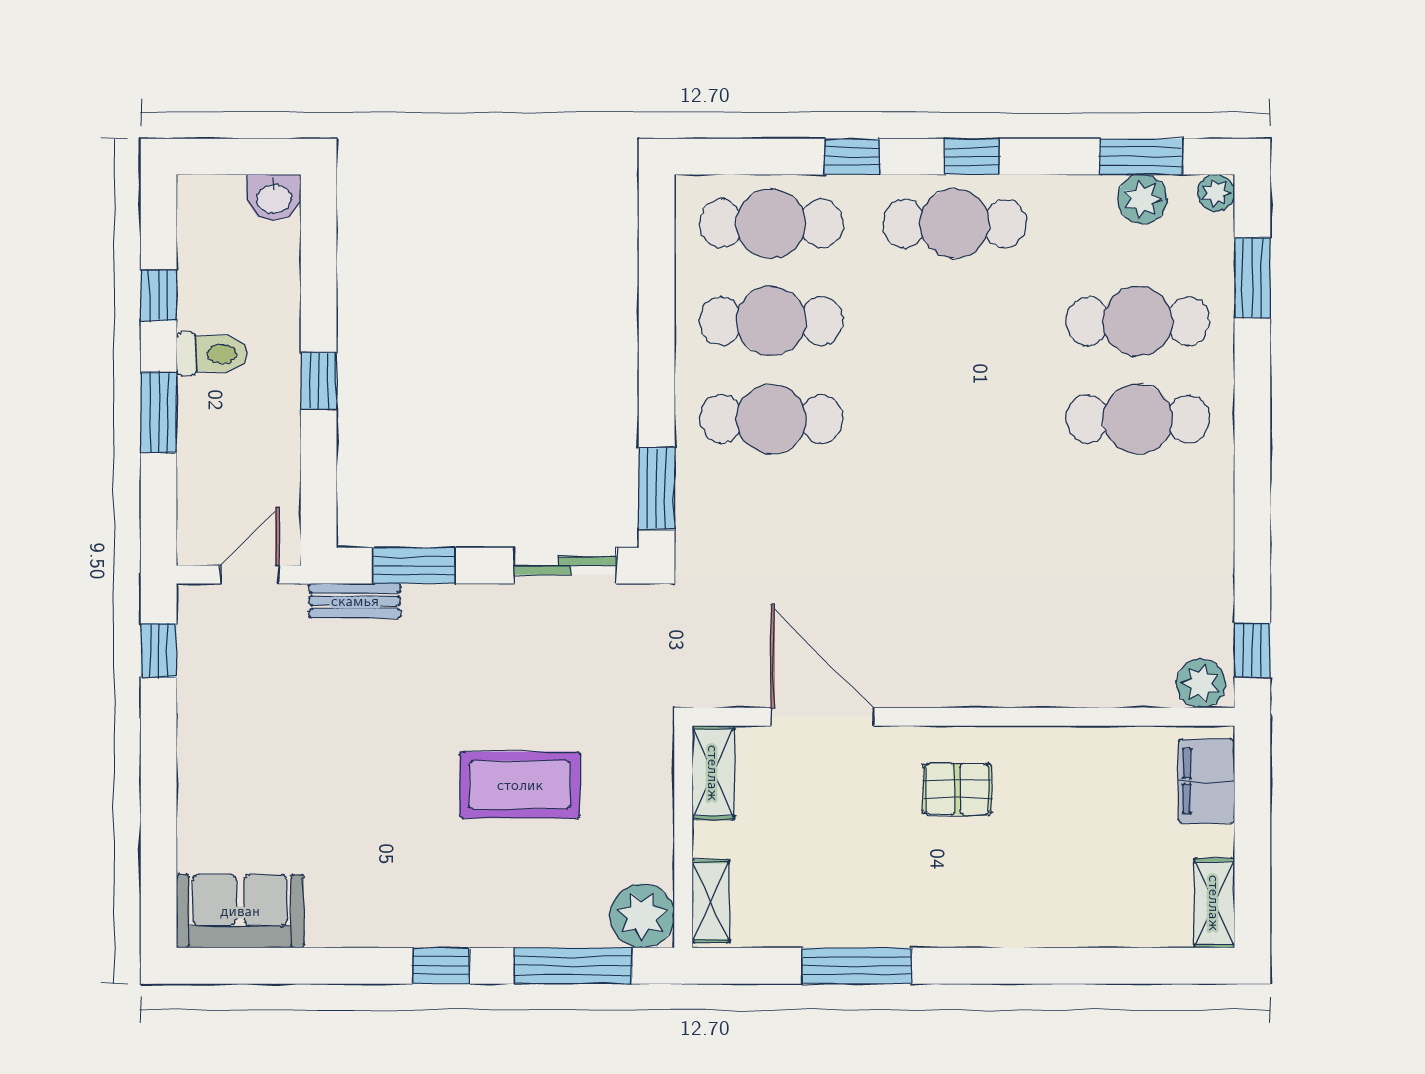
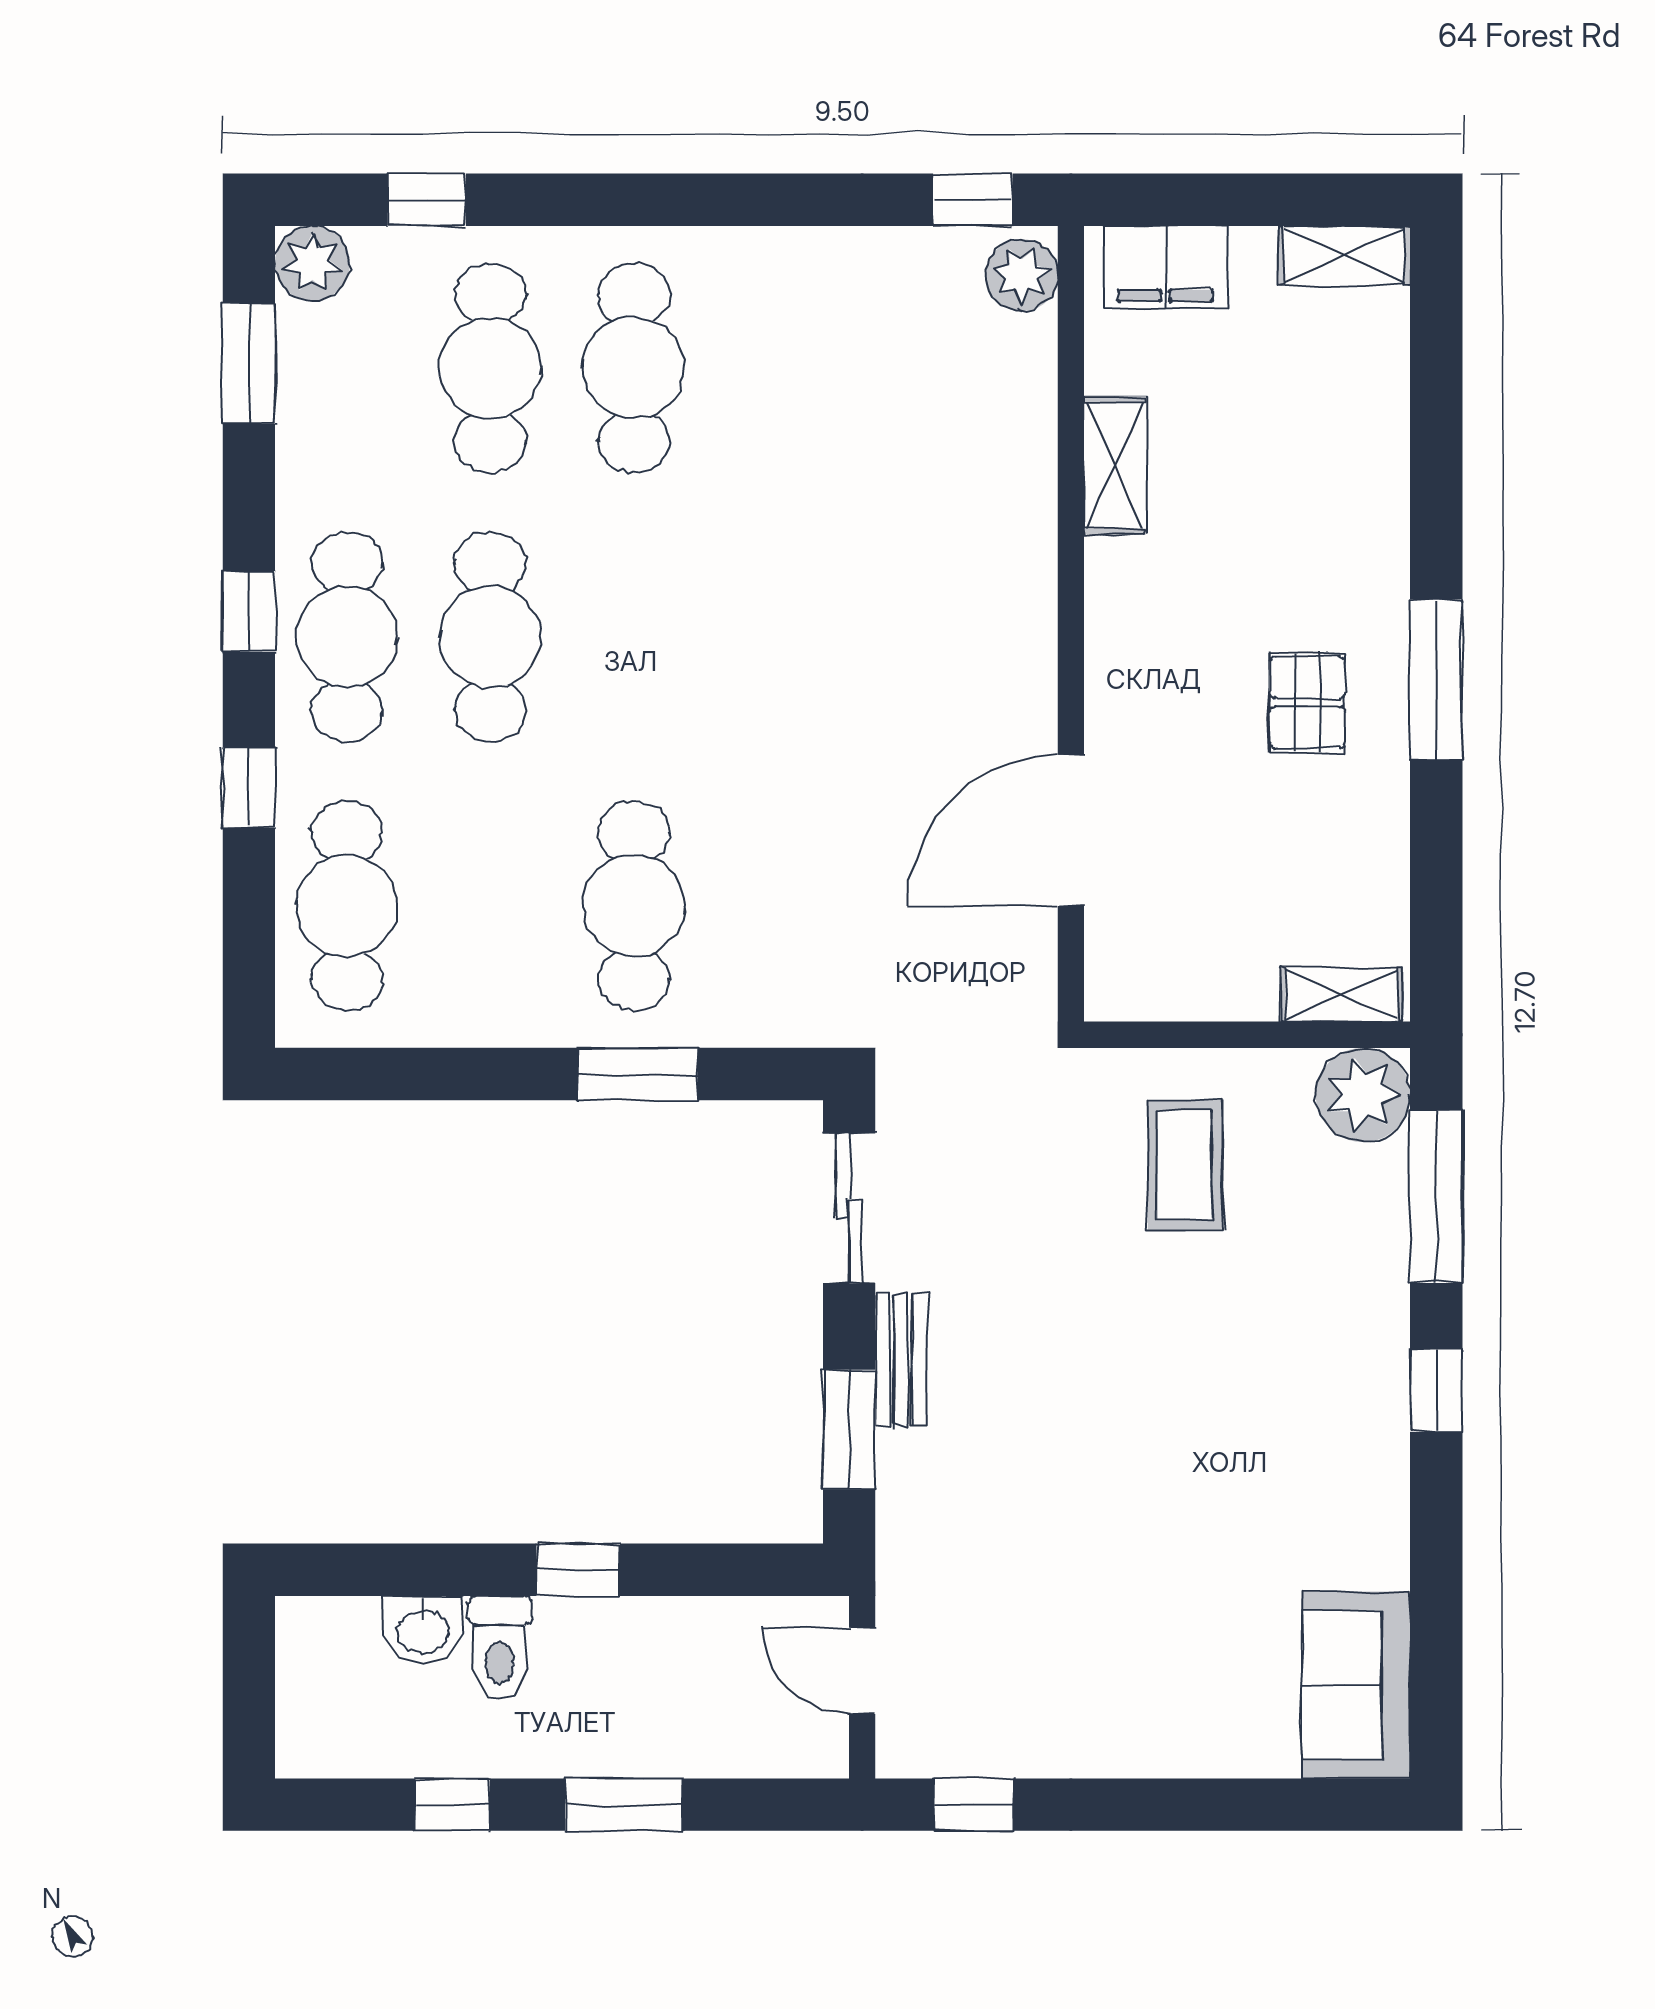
plant: (1216, 193) -> (312, 263), width x1.38, depth x1.38
washbasin: (274, 197) -> (423, 1630), moved, turned 90
plant: (1142, 199) -> (311, 361), removed
window: (1252, 278) -> (427, 200), width x0.67
cafe table: (771, 321) -> (490, 637), moved
toilet: (212, 354) -> (500, 1648), moved, turned 180
window: (657, 488) -> (638, 1074), moved
bench: (355, 601) -> (901, 1360), moved
shelving: (713, 773) -> (1115, 465), moved, turned 90
coffee table: (520, 785) -> (1185, 1165), moved, width x0.73, depth x0.76
pallet: (957, 789) -> (1307, 702), moved
window: (857, 966) -> (1436, 680), moved

